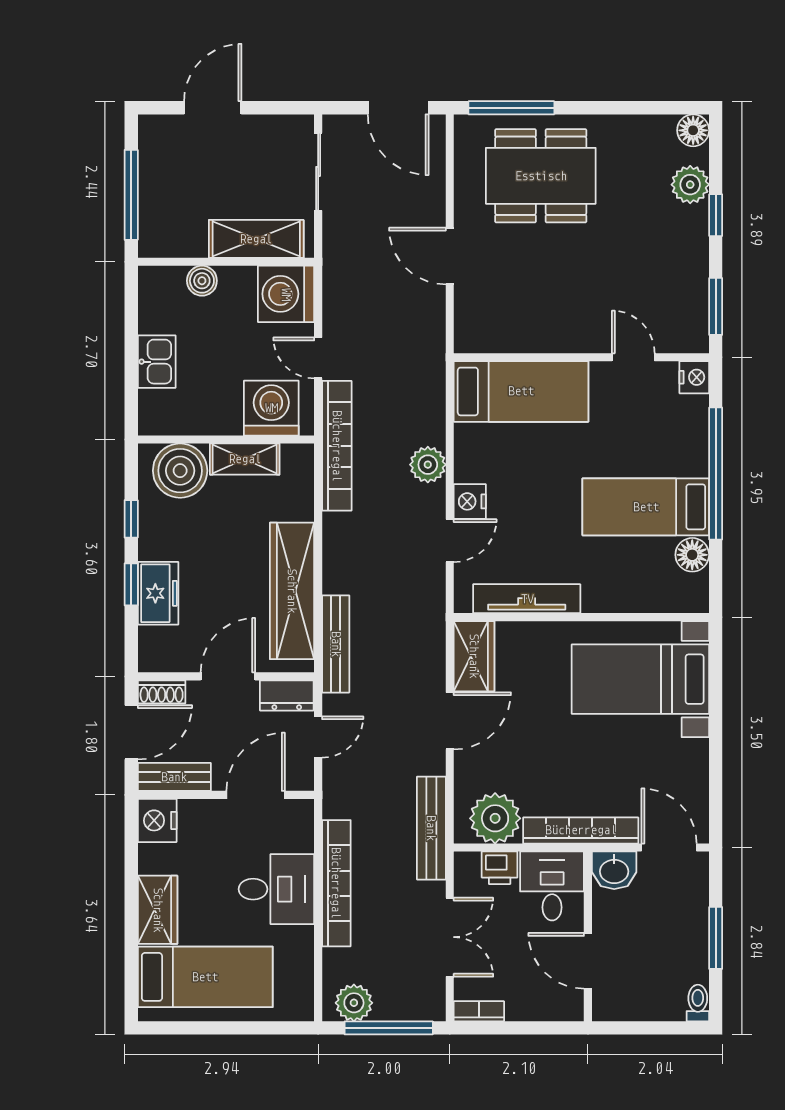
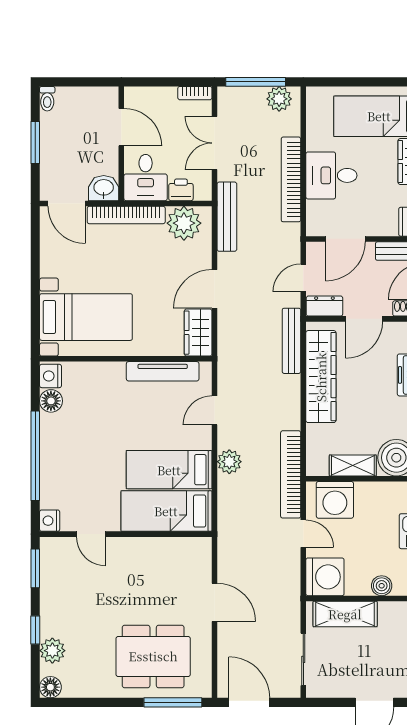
nightstand: (470, 501) -> (50, 376), moved, turned 180
bed: (646, 507) -> (169, 470), moved, turned 180

